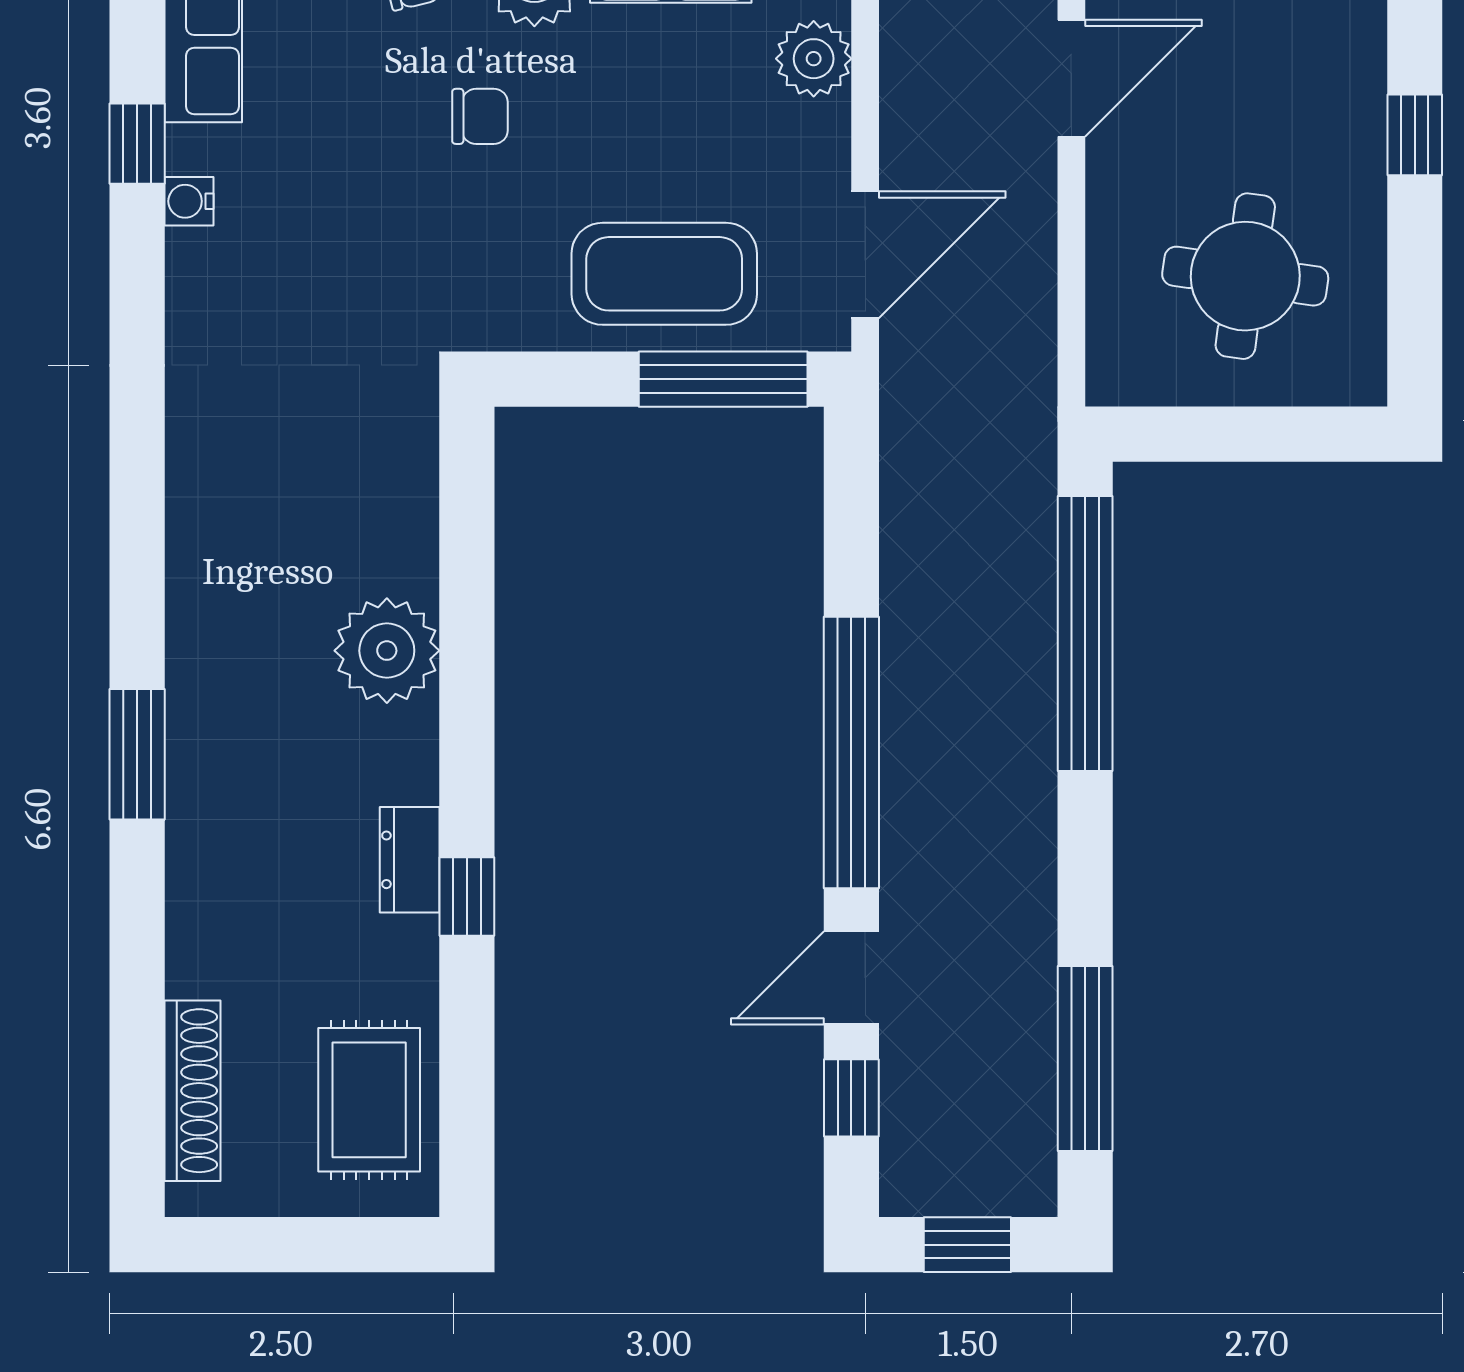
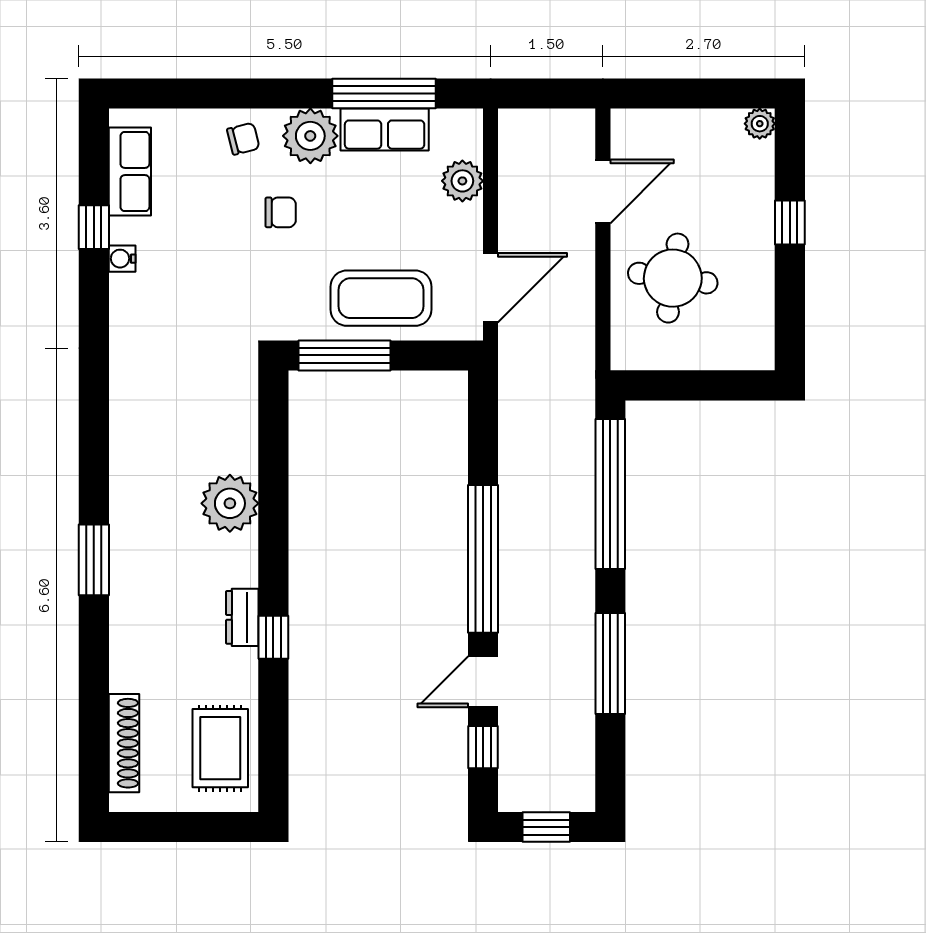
round table: (1245, 276) -> (673, 278), moved
window: (723, 379) -> (345, 355), moved
window: (1085, 1059) -> (610, 664), moved

